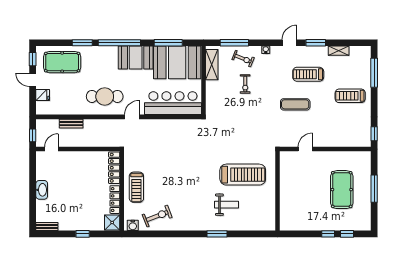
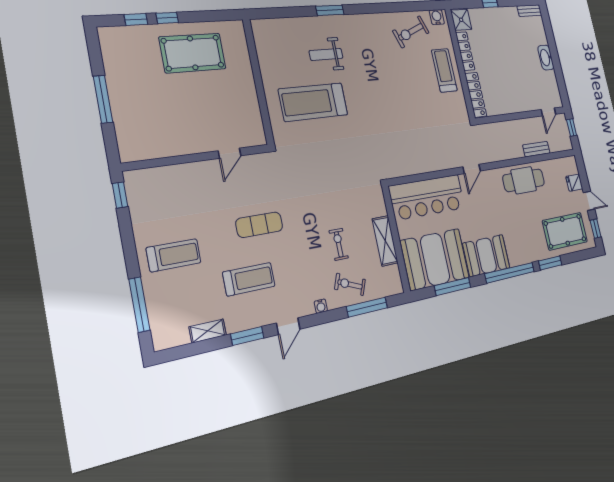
shelving: (212, 65) -> (385, 241), moved
cafe table: (105, 96) -> (524, 180), moved
pool table: (342, 190) -> (193, 53), moved, turned 90

